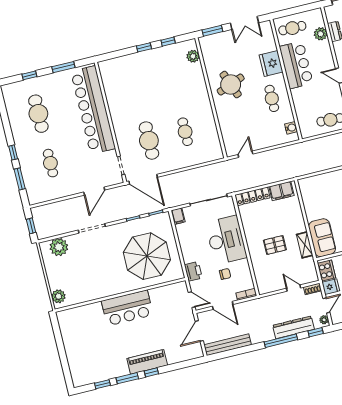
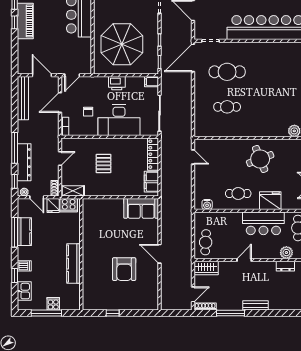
sofa: (322, 238) -> (141, 208), moved
shelving: (305, 245) -> (73, 191), moved
printer: (193, 271) -> (117, 83), moved
door: (294, 288) -> (60, 158), moved

